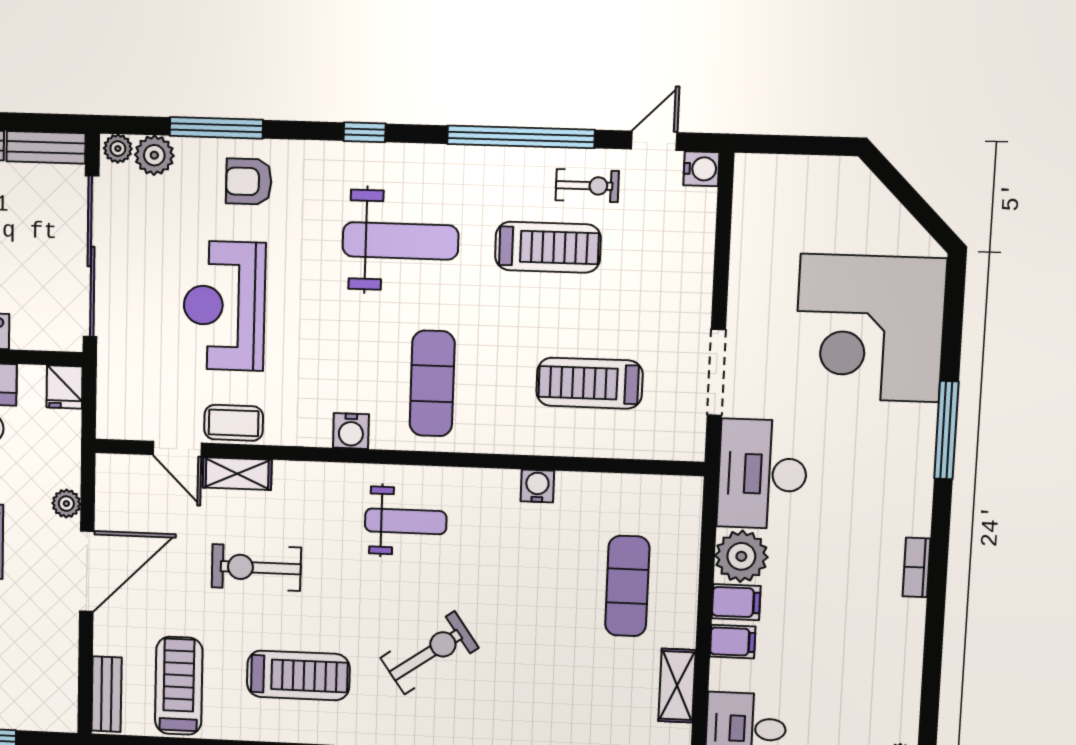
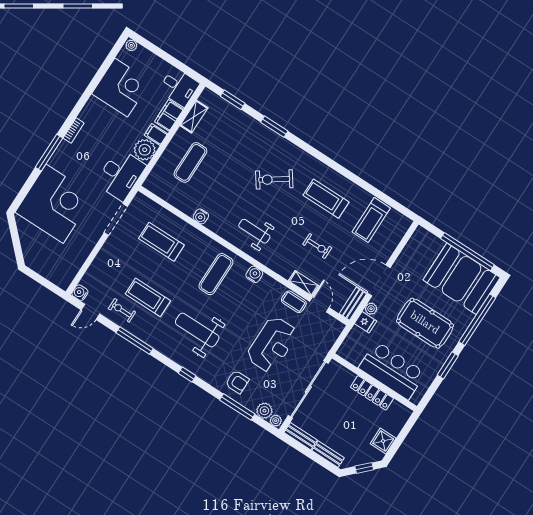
window: (521, 137) -> (135, 341), width x0.68
treadmill: (590, 383) -> (161, 242), turned 180
fridge: (64, 387) -> (366, 322), moved, turned 90
bookcase: (916, 567) -> (74, 131), moved
exercise bike: (256, 568) -> (317, 246), width x0.73, depth x0.72
filing cabinet: (733, 642) -> (169, 115), width x2.00
corner desk: (870, 657) -> (121, 88), added
bench: (107, 694) -> (353, 304), moved

